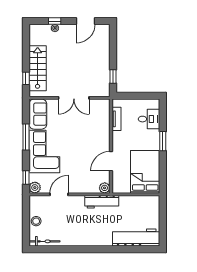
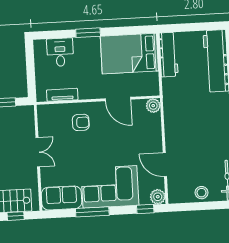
double door: (74, 98) -> (38, 152), width x0.73
armchair: (95, 132) -> (81, 122), added
workbench: (102, 202) -> (169, 55), moved

